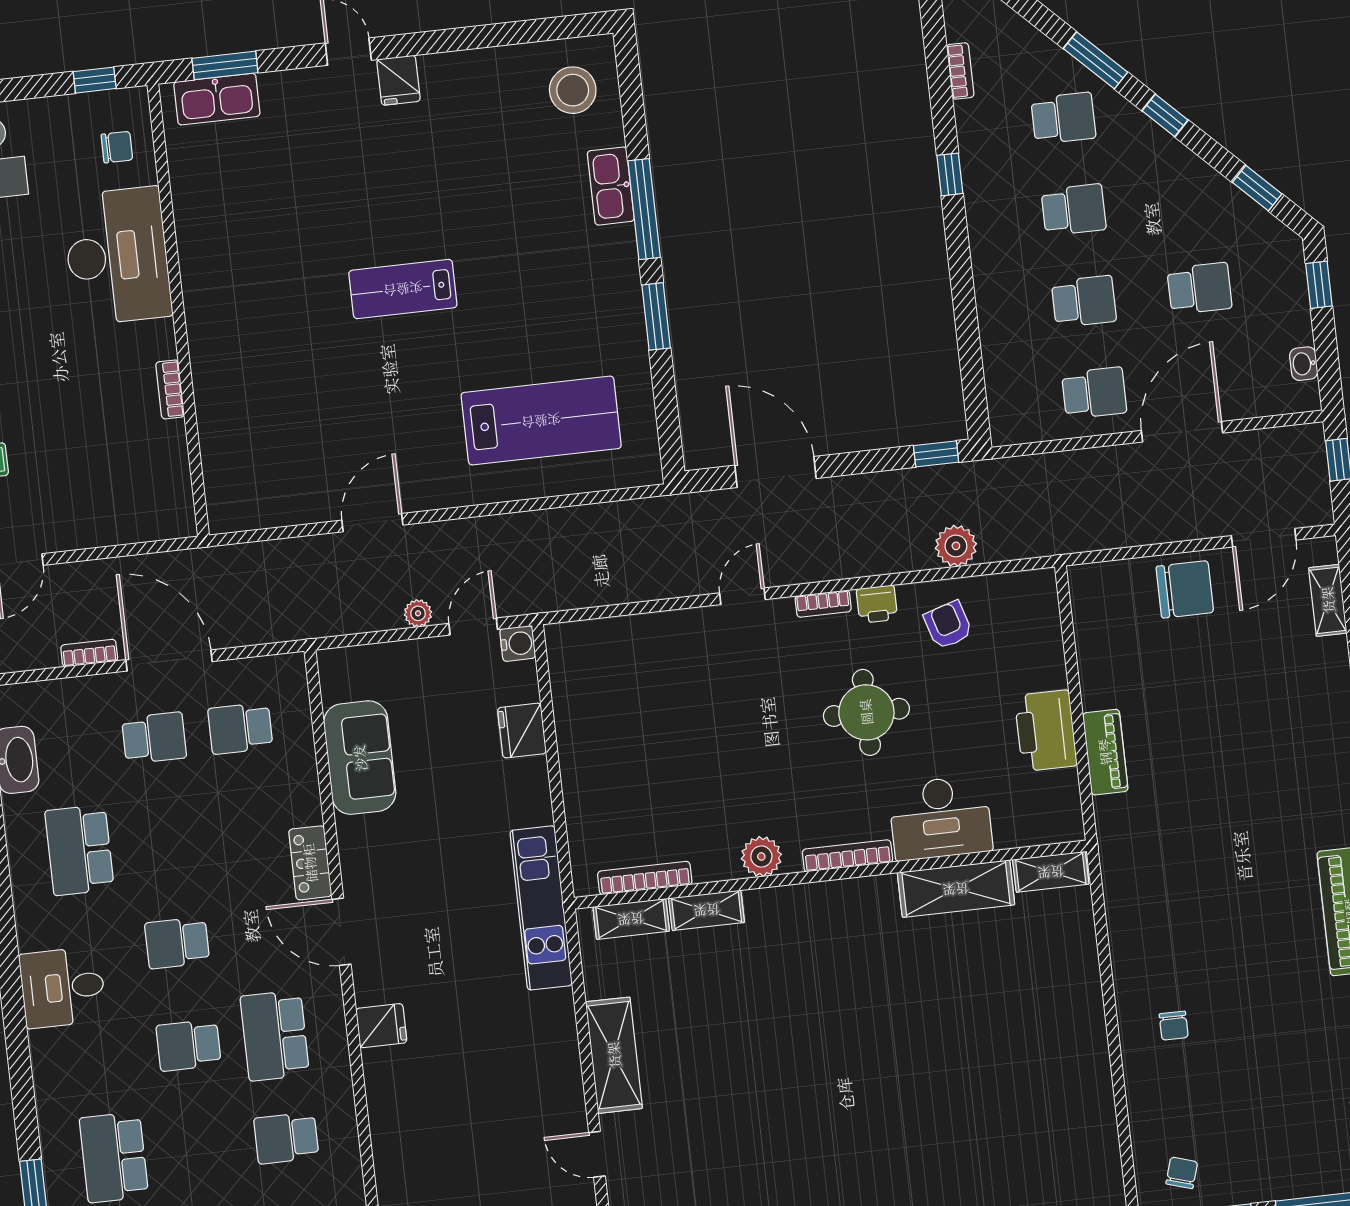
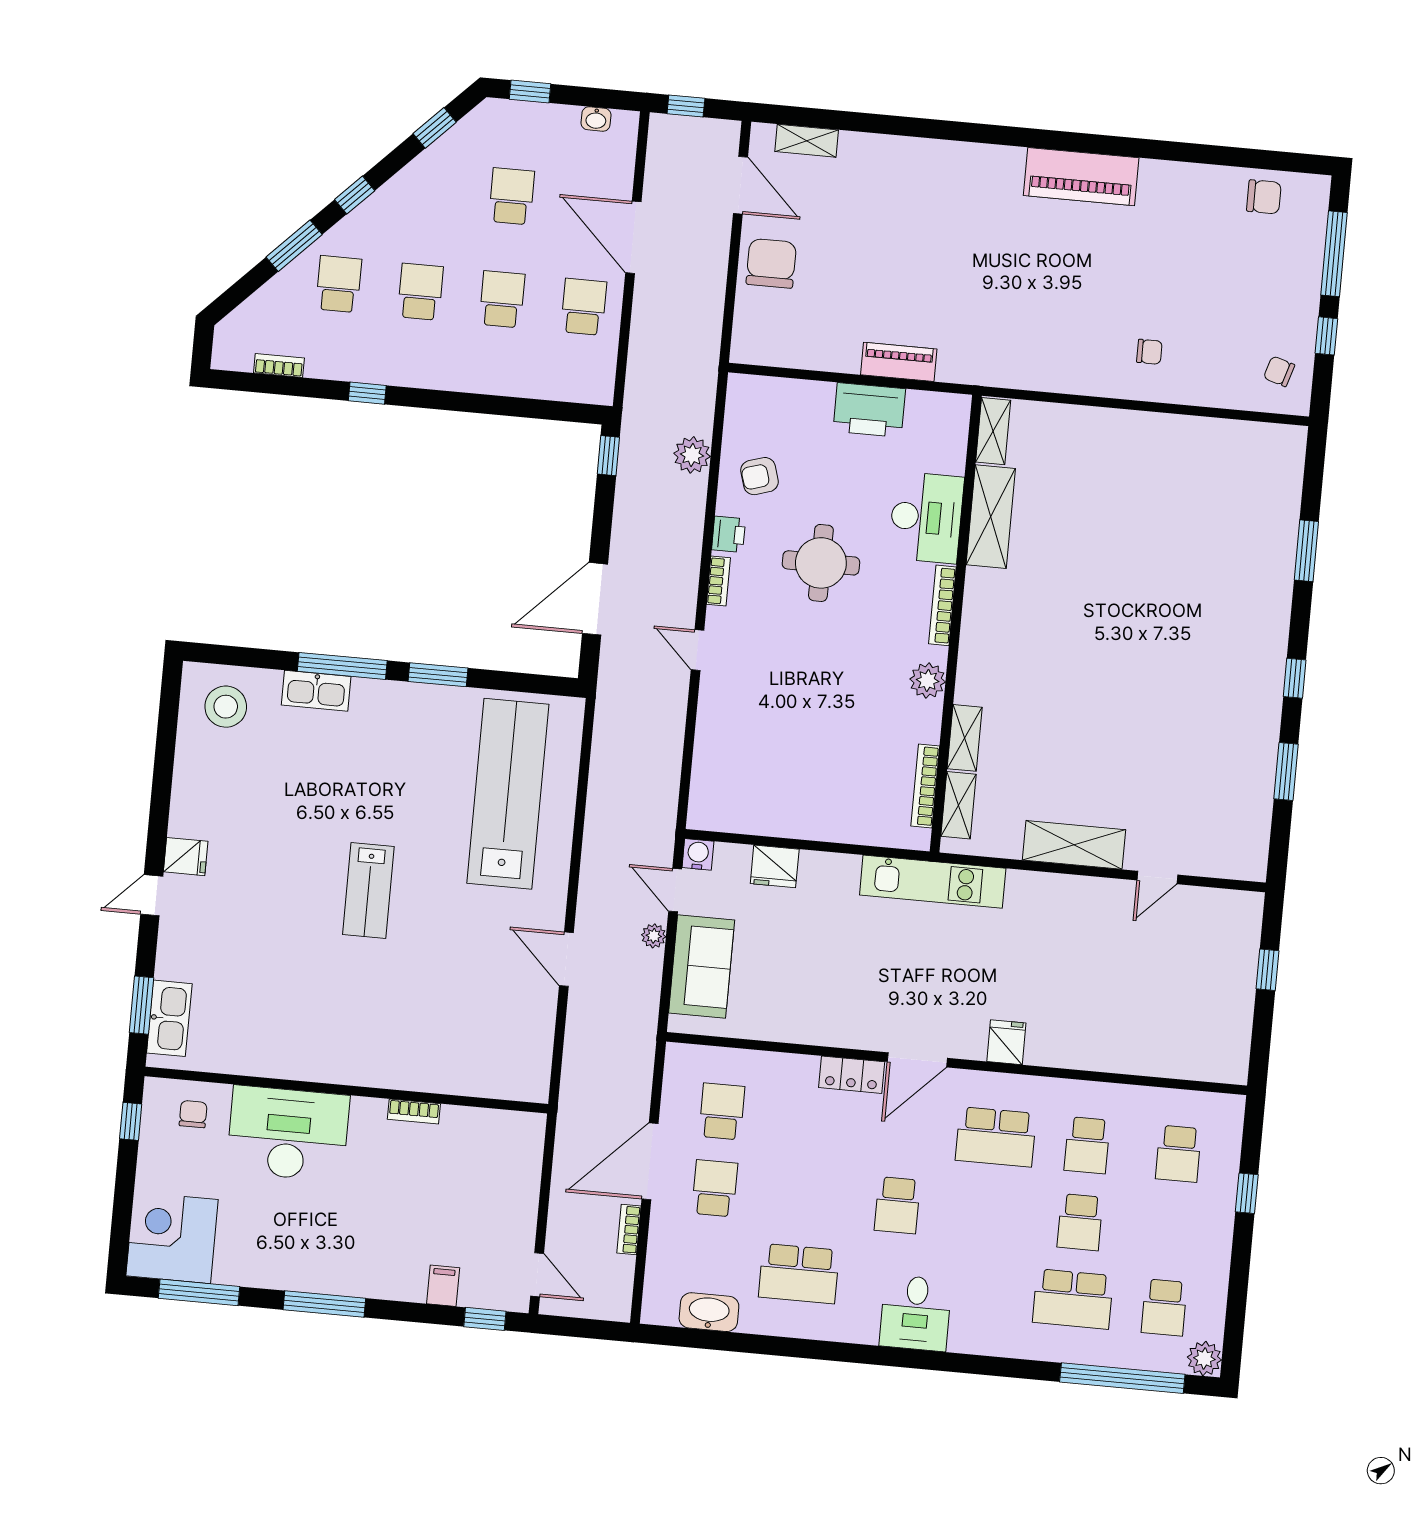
lab bench: (541, 421) -> (508, 794), width x1.36
school desk: (240, 728) -> (722, 1111), turned 180
sofa: (360, 758) -> (702, 966), moved, turned 90
school desk: (189, 1045) -> (1080, 1222), moved

